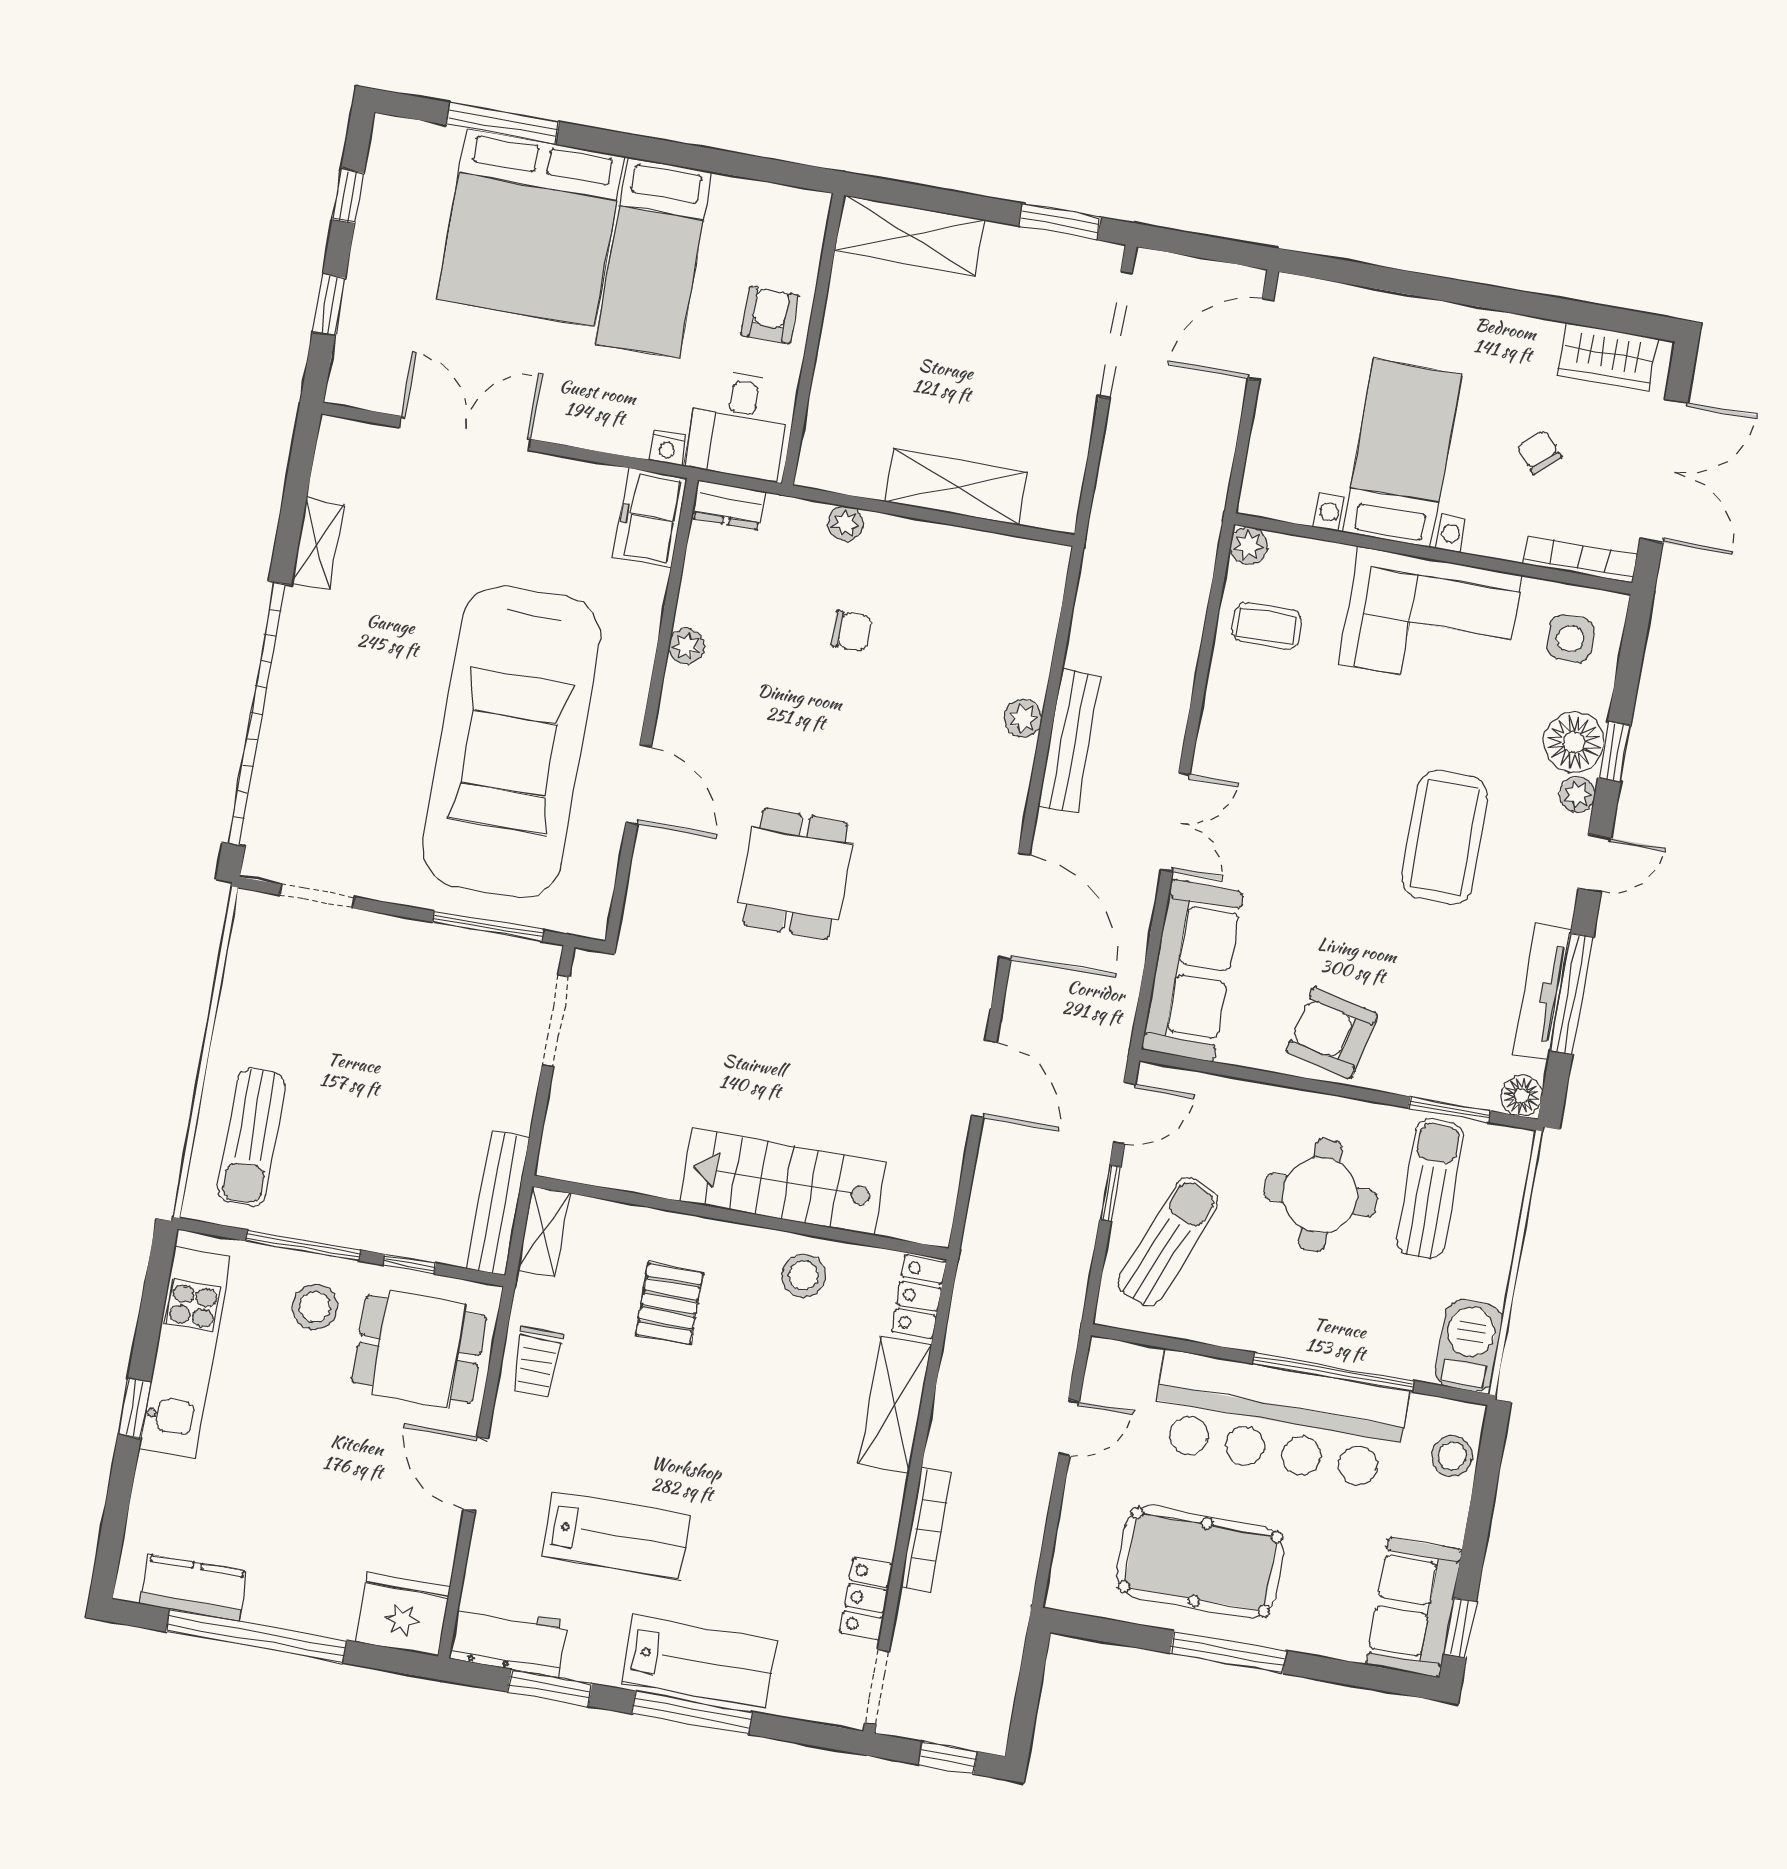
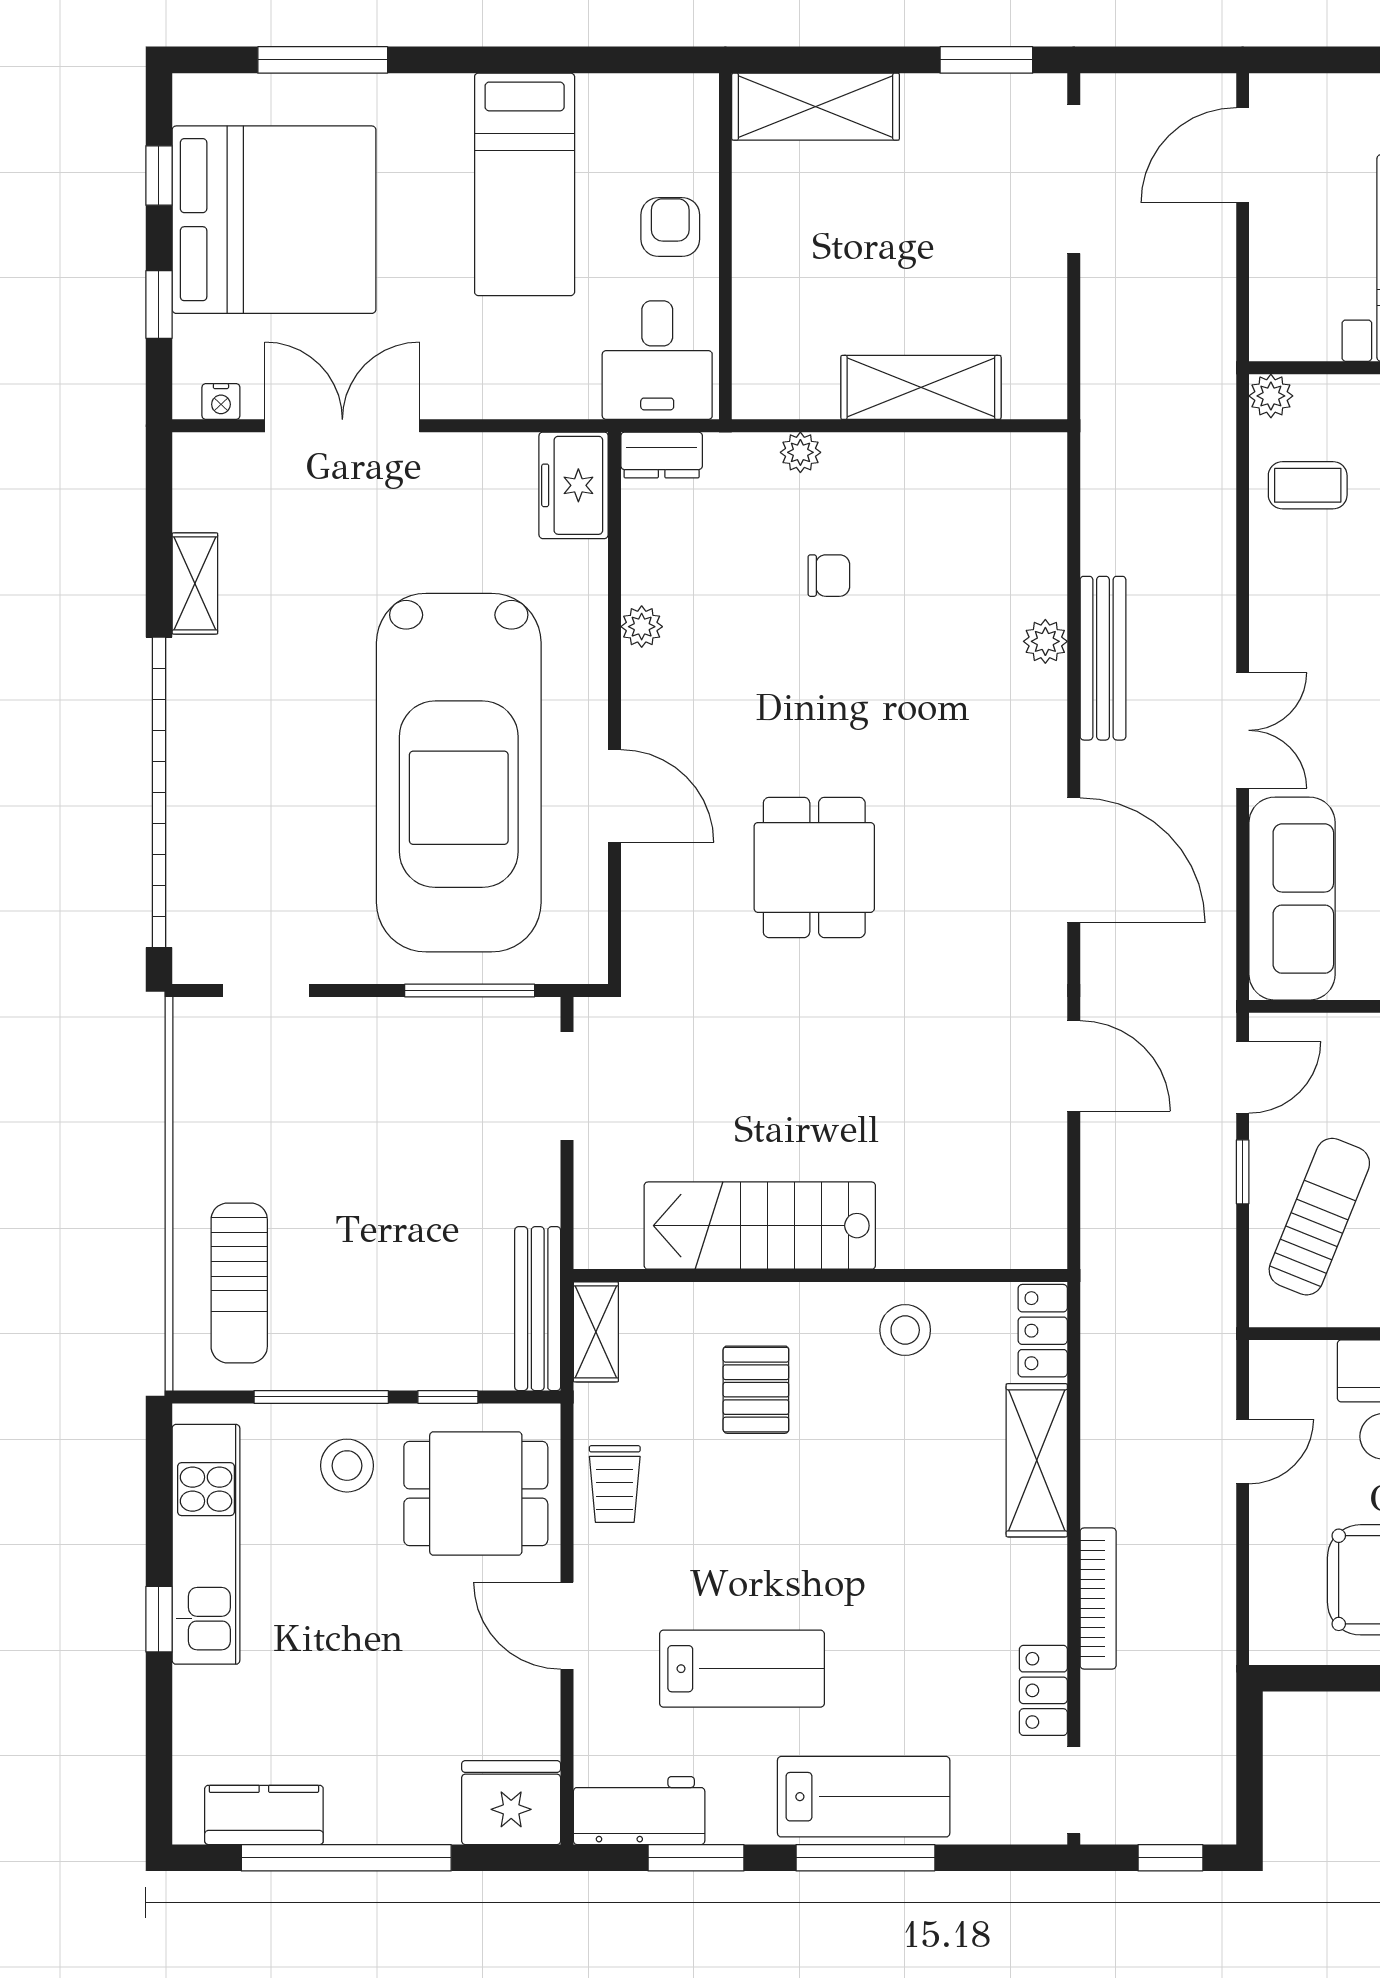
bed: (531, 228) -> (274, 220), moved, turned -90
nightstand: (667, 448) -> (221, 402), moved
stairs: (783, 1182) -> (760, 1226), moved

